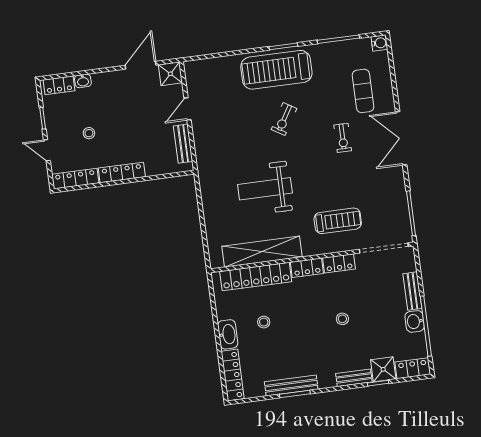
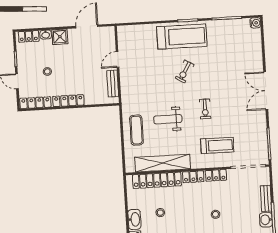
treadmill: (276, 70) -> (182, 36), turned 180
shower: (170, 74) -> (60, 37), moved
exercise mat: (363, 91) -> (136, 130), moved
exercise bike: (343, 138) -> (205, 109), moved
weight bench: (265, 189) -> (168, 119), width x0.73, depth x0.75

